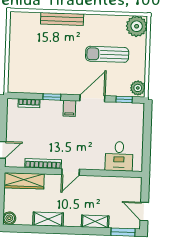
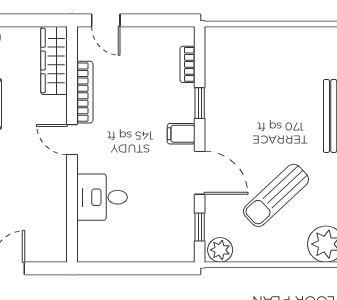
sun lounger: (107, 54) -> (276, 195), turned -133
desk: (119, 156) -> (102, 197), moved

